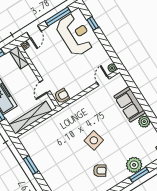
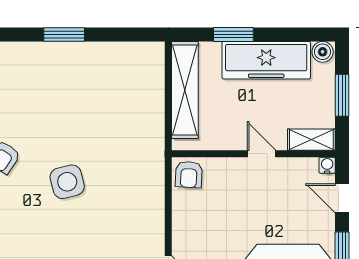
door: (45, 87) -> (261, 154), moved
window: (31, 165) -> (64, 34), moved

